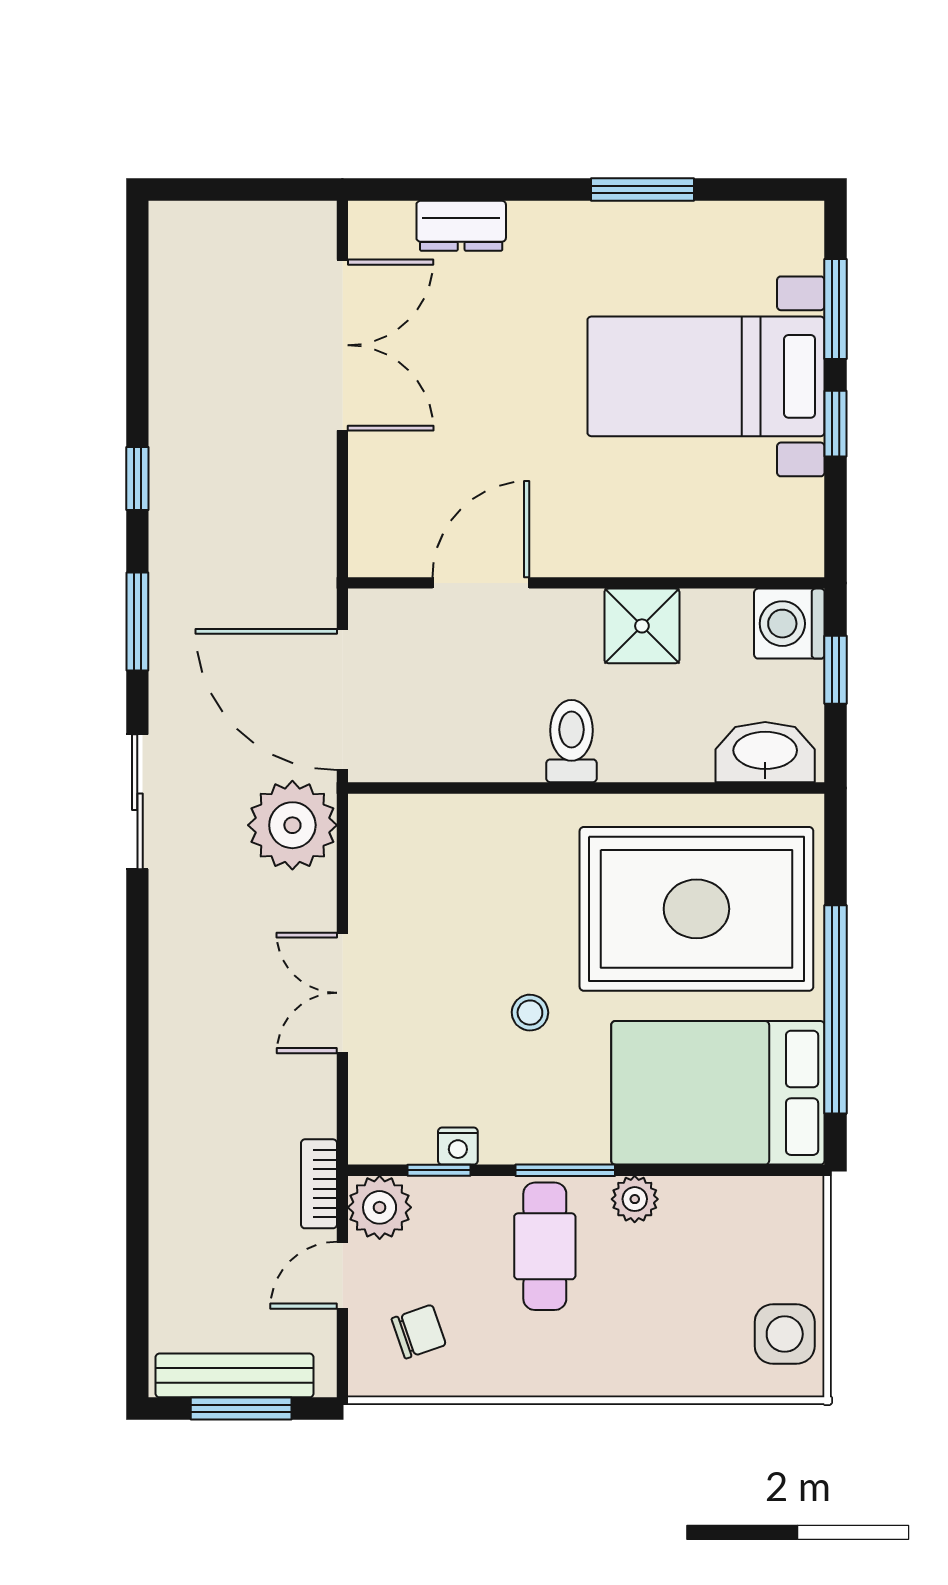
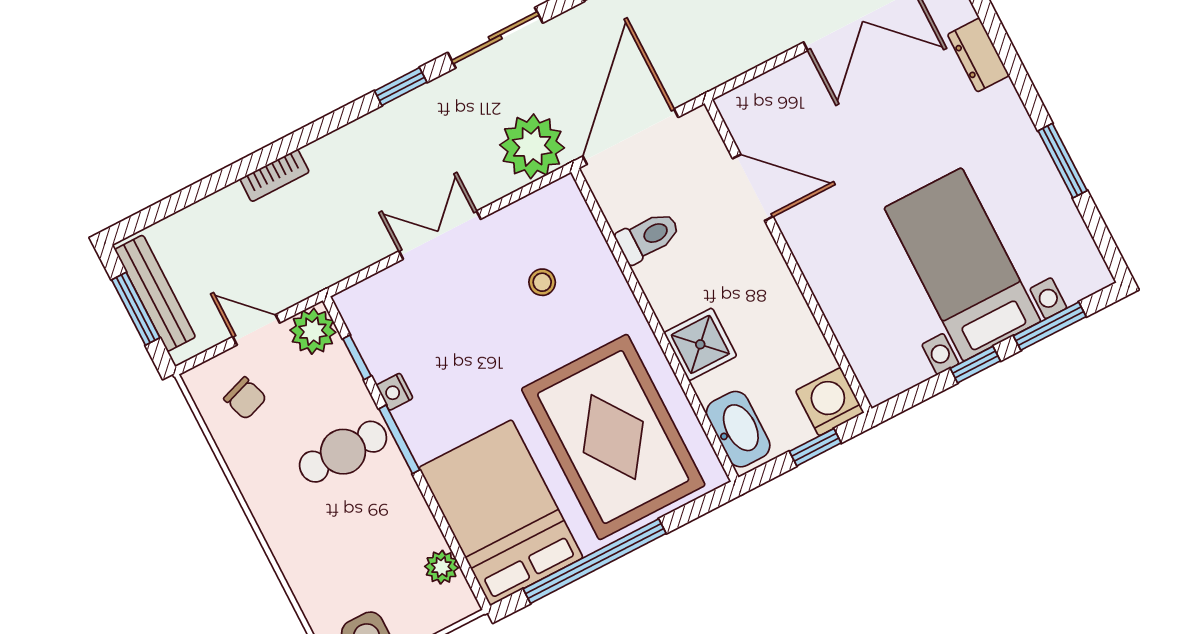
shower: (642, 626) -> (700, 344), moved
toilet: (572, 741) -> (648, 237), moved
window: (137, 947) -> (401, 87), added
stool: (530, 1013) -> (542, 282), moved
nightstand: (458, 1146) -> (395, 392), moved
bookcase: (319, 1184) -> (275, 175), moved, turned 180
plant: (635, 1199) -> (442, 567), moved

